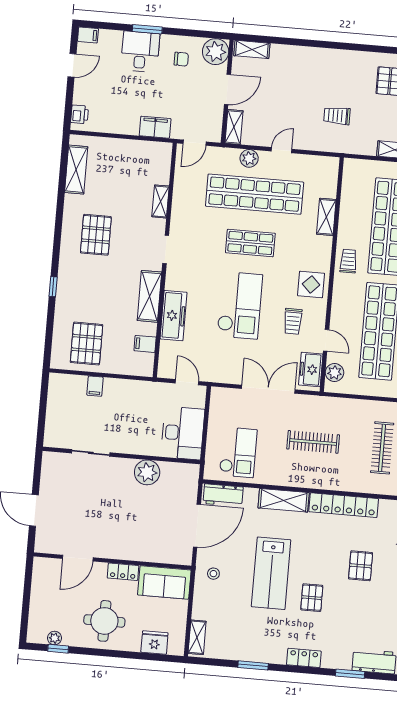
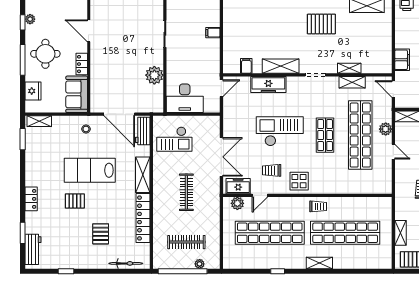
shelving: (326, 217) -> (352, 82), moved
checkout: (240, 305) -> (280, 131), turned 180
pallet: (87, 343) -> (243, 24), removed
door: (187, 382) -> (221, 88), moved
pallet: (361, 566) -> (101, 234), turned 90
window: (110, 653) -> (23, 60), added
window: (253, 665) -> (23, 139), moved

